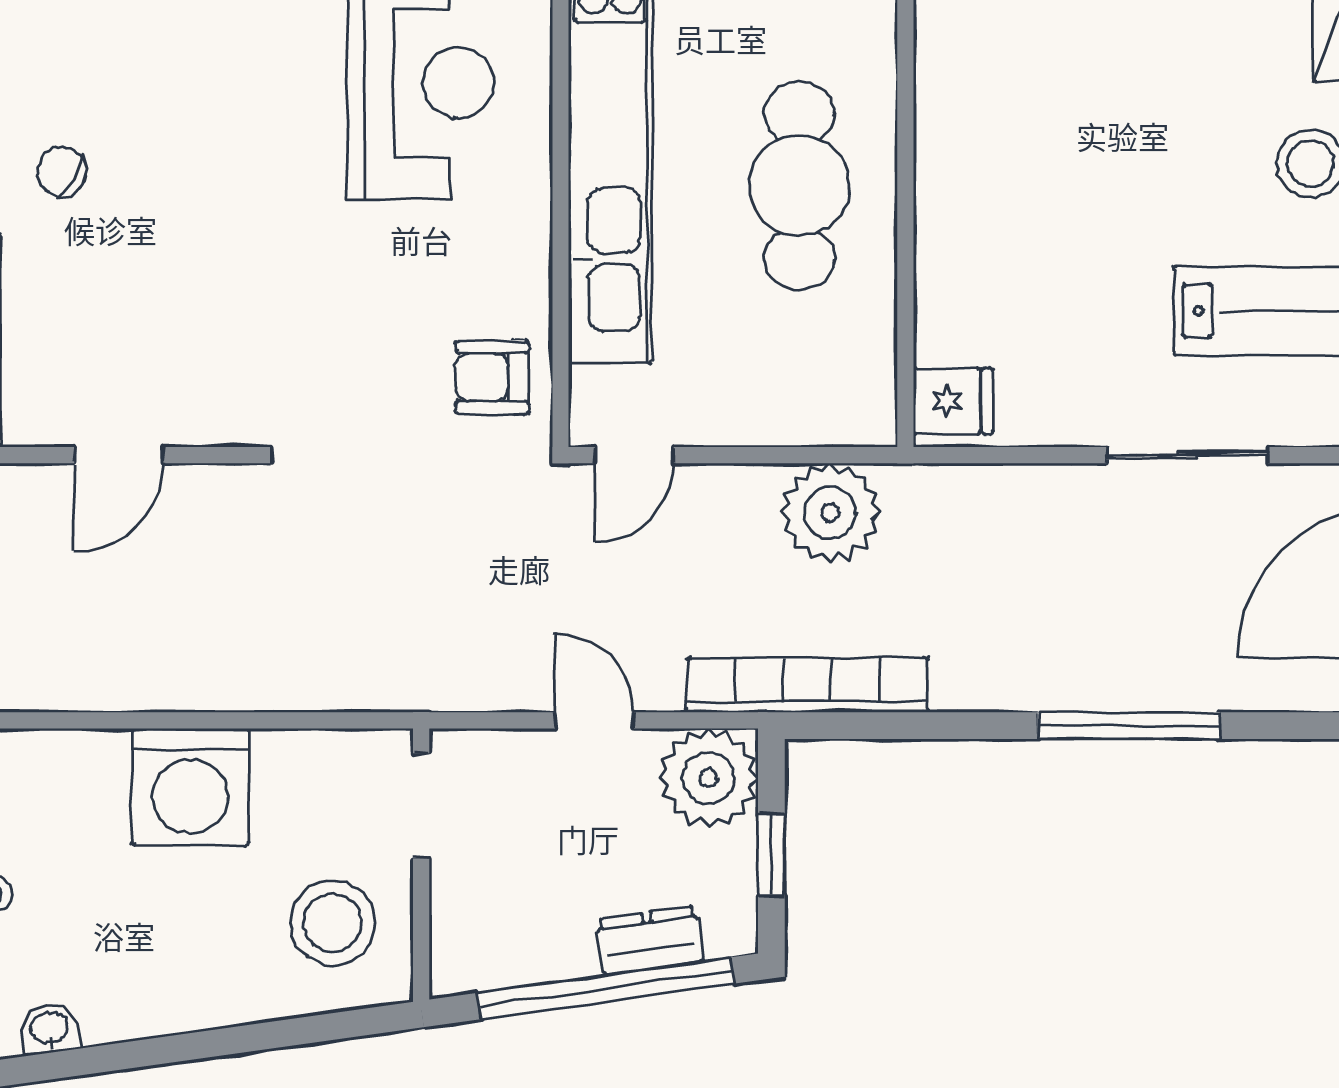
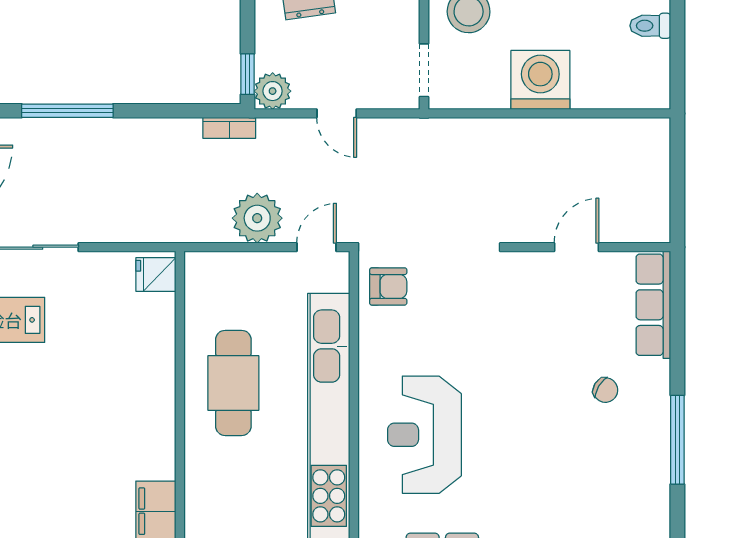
plant: (830, 513) -> (257, 218), moved
bookcase: (807, 685) -> (229, 128), width x0.43, depth x0.76
plant: (708, 778) -> (273, 91), width x0.73, depth x0.73
window: (771, 855) -> (247, 74), moved

